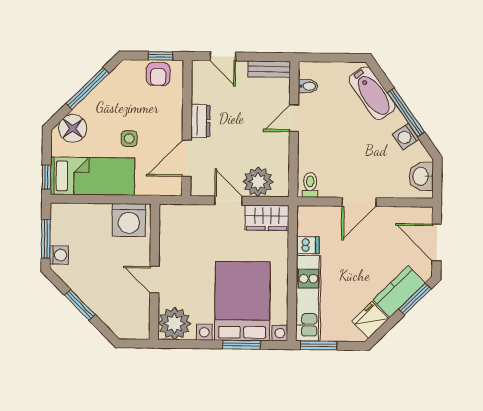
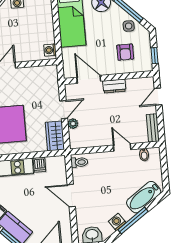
armchair: (158, 74) -> (125, 52), moved, turned -90
side table: (129, 139) -> (129, 26), moved
plant: (258, 182) -> (73, 124), width x0.53, depth x0.53
washing machine: (129, 220) -> (50, 50), width x0.53, depth x0.53

